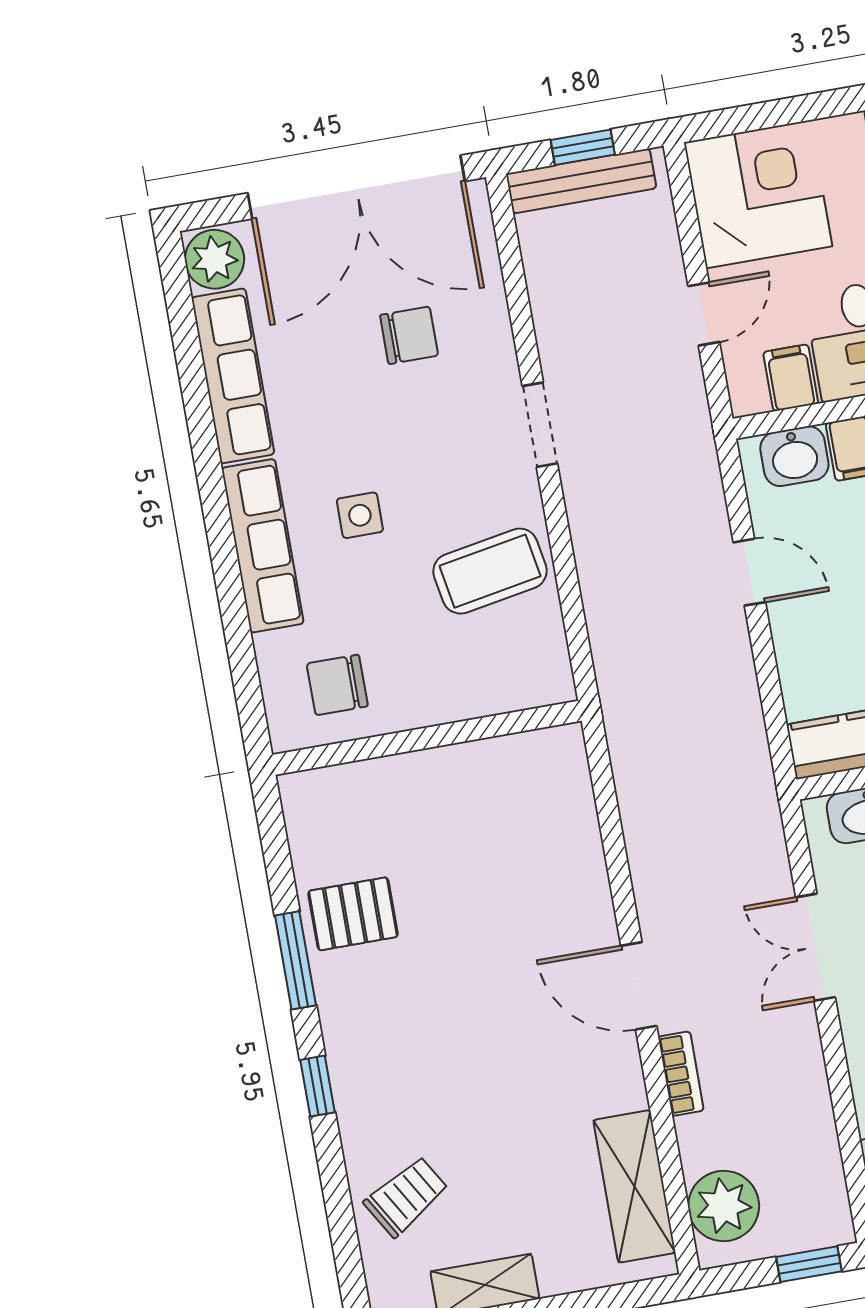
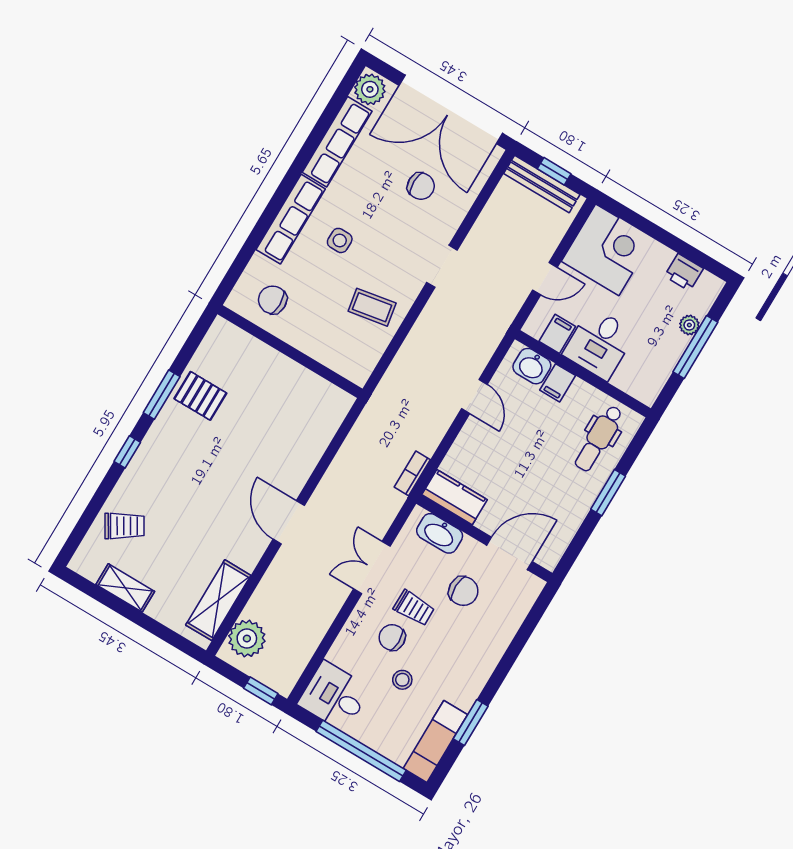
coffee table: (490, 571) -> (372, 307), width x0.73, depth x0.77
bookcase: (681, 1074) -> (412, 473), moved, turned 180

